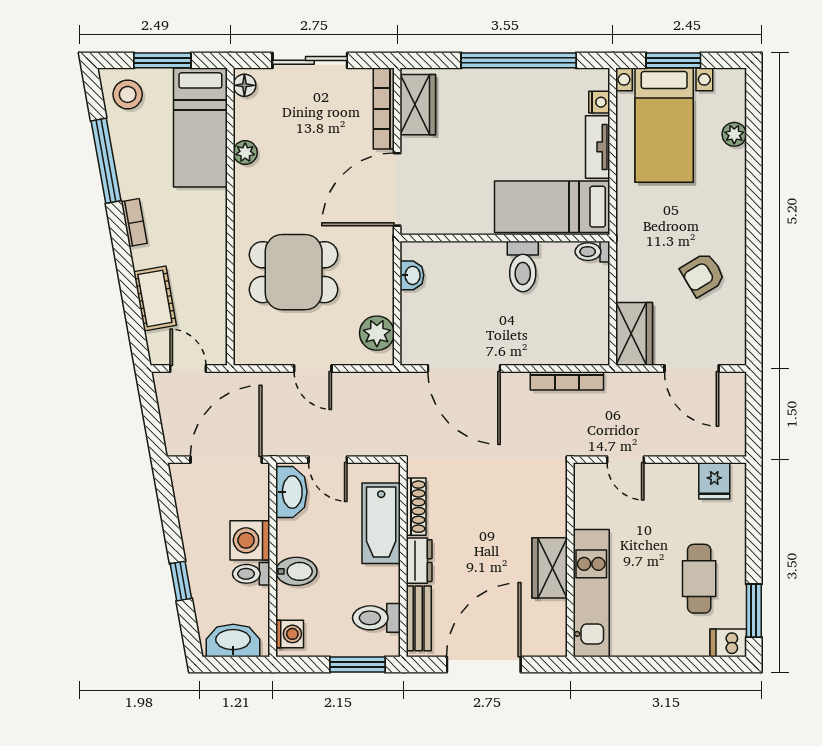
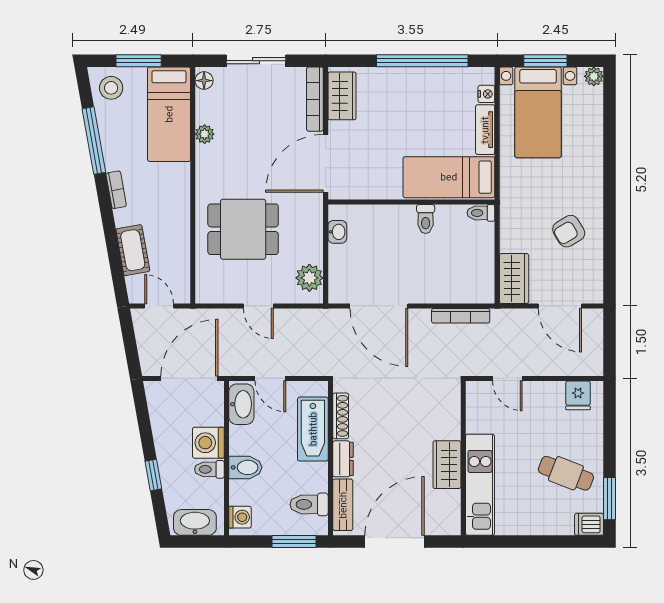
plant: (734, 134) -> (594, 76), moved
toilet: (523, 266) -> (426, 219), width x0.73, depth x0.72
cafe table: (699, 579) -> (566, 473), turned -69

